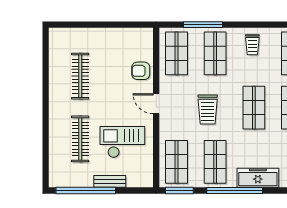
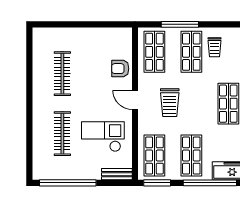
trolley: (252, 45) -> (214, 47), moved
trolley: (208, 110) -> (170, 103), moved
bench: (110, 181) -> (117, 174), moved

